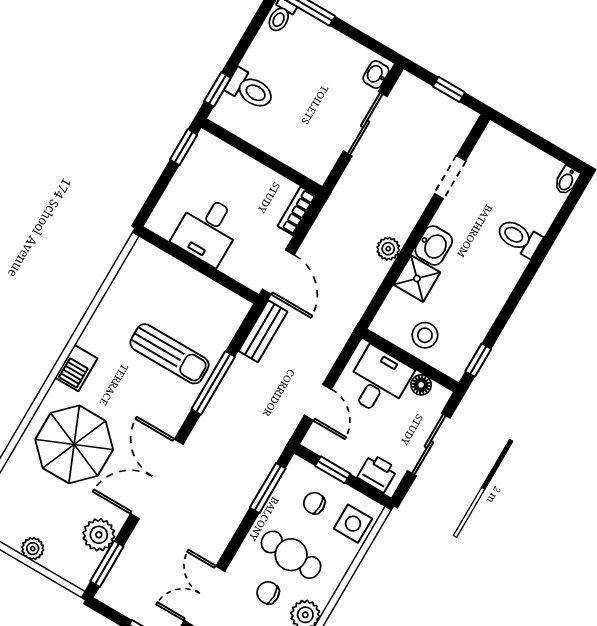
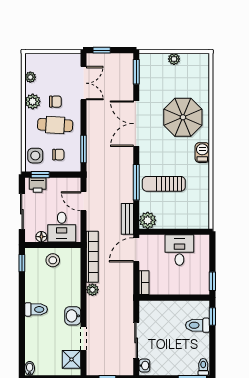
toilet: (519, 238) -> (36, 309), moved
washbasin: (434, 245) -> (73, 316), moved
door: (278, 272) -> (136, 250), hinge flipped
shower: (417, 279) -> (71, 359), moved
bookcase: (357, 303) -> (92, 257), added
window: (333, 470) -> (40, 175), moved
double door: (157, 479) -> (136, 124), swing flipped
plant: (99, 535) -> (148, 220), moved

